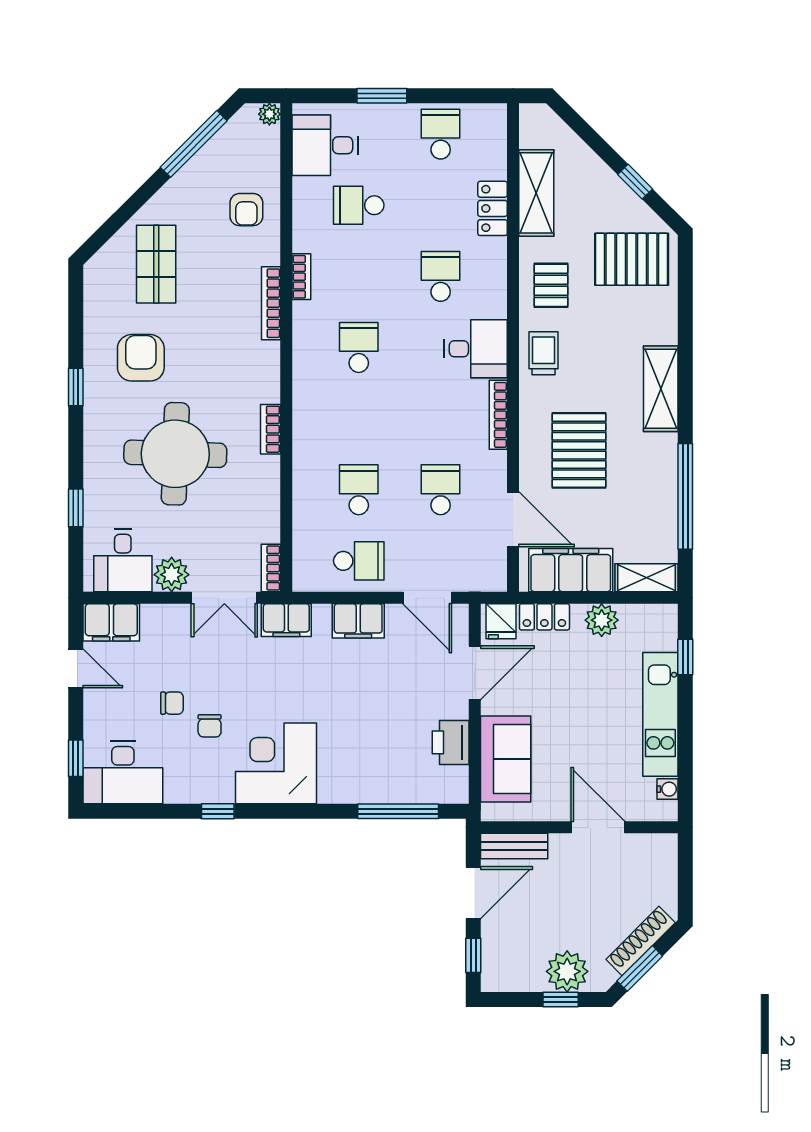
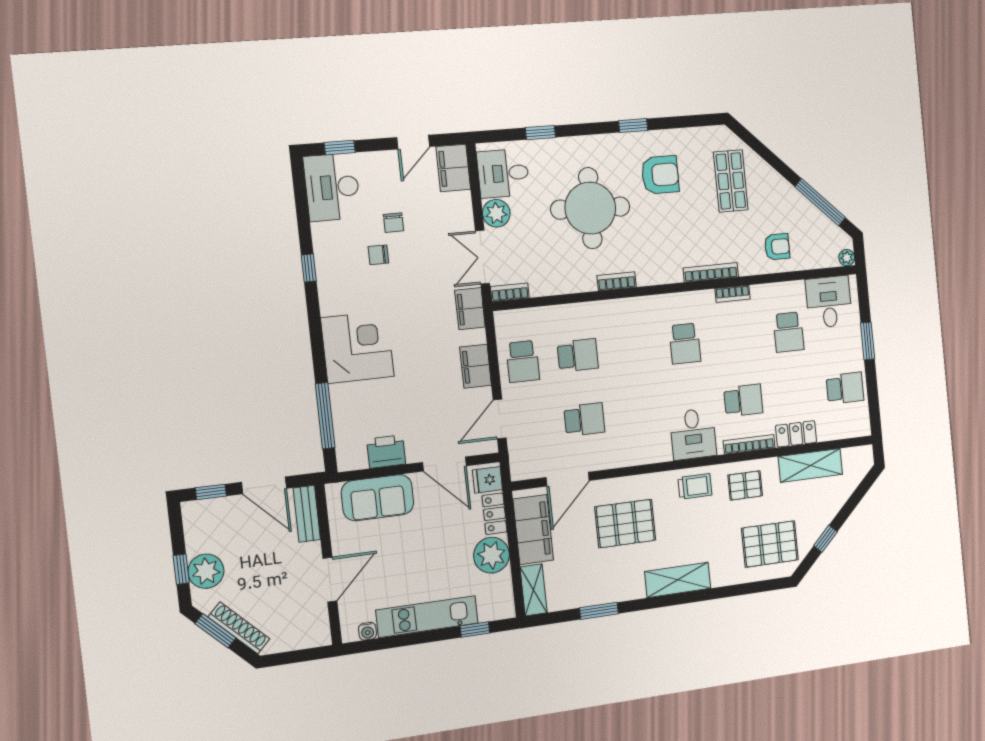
school desk: (359, 205) -> (789, 332), turned 180
armchair: (246, 210) -> (777, 247), turned 180
pallet: (632, 259) -> (770, 544), turned 90
shop shelf: (156, 264) -> (731, 181), turned 90
school desk: (359, 347) -> (685, 344), turned 90
bookcase: (498, 415) -> (749, 444), moved
window: (685, 496) -> (599, 611), width x0.47
plant: (602, 620) -> (492, 555), width x1.36, depth x1.36
corner desk: (276, 763) -> (357, 347), moved

